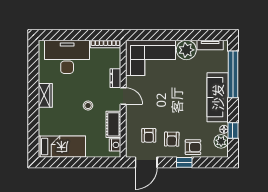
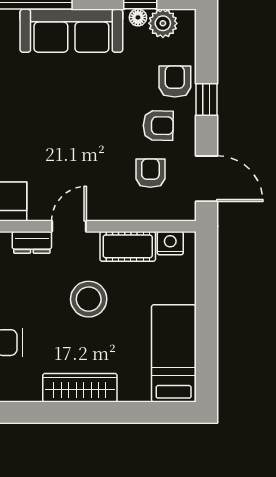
wardrobe: (45, 95) -> (80, 388), width x1.50
stool: (88, 106) -> (89, 299), width x1.89, depth x1.89
armchair: (149, 135) -> (150, 173), turned -90

